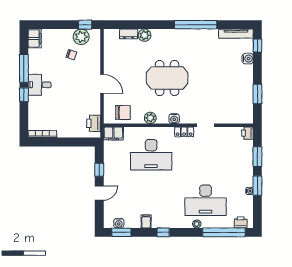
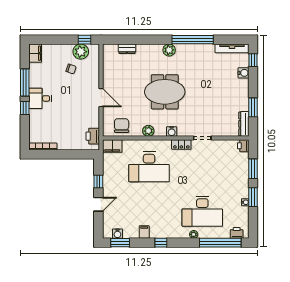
plant: (145, 35) -> (169, 50), moved
dresser: (248, 111) -> (244, 124), added
chair: (123, 113) -> (122, 126), turned -90

